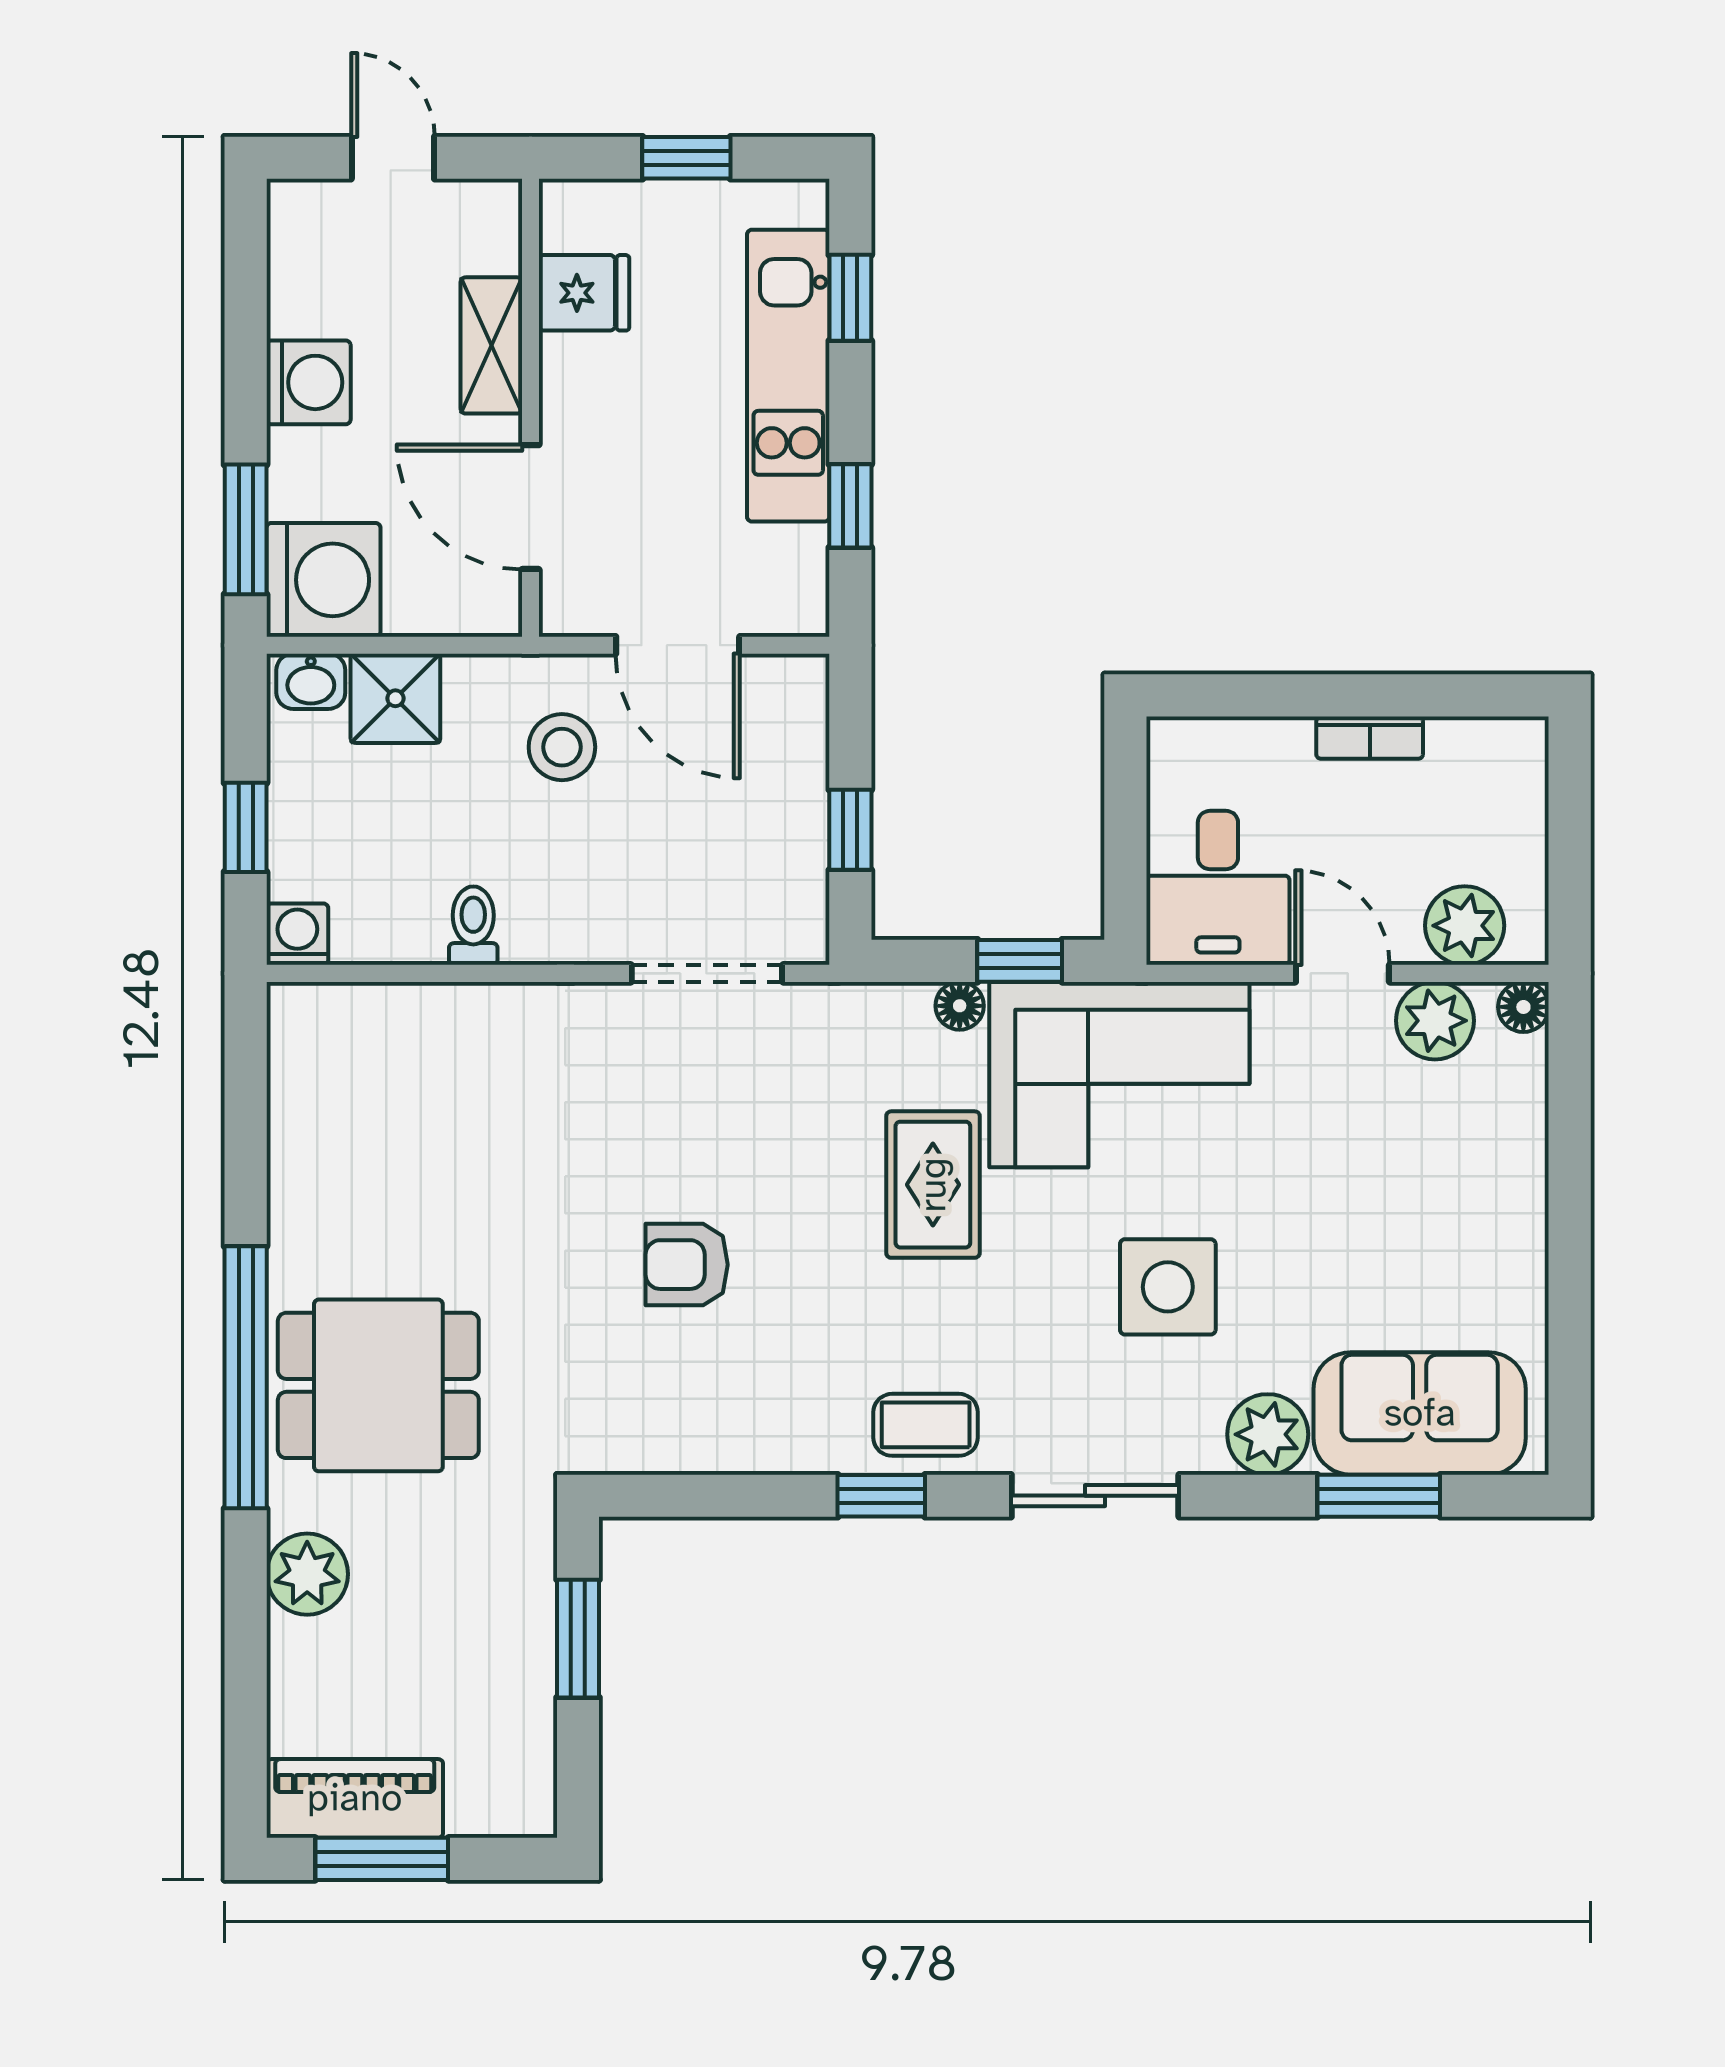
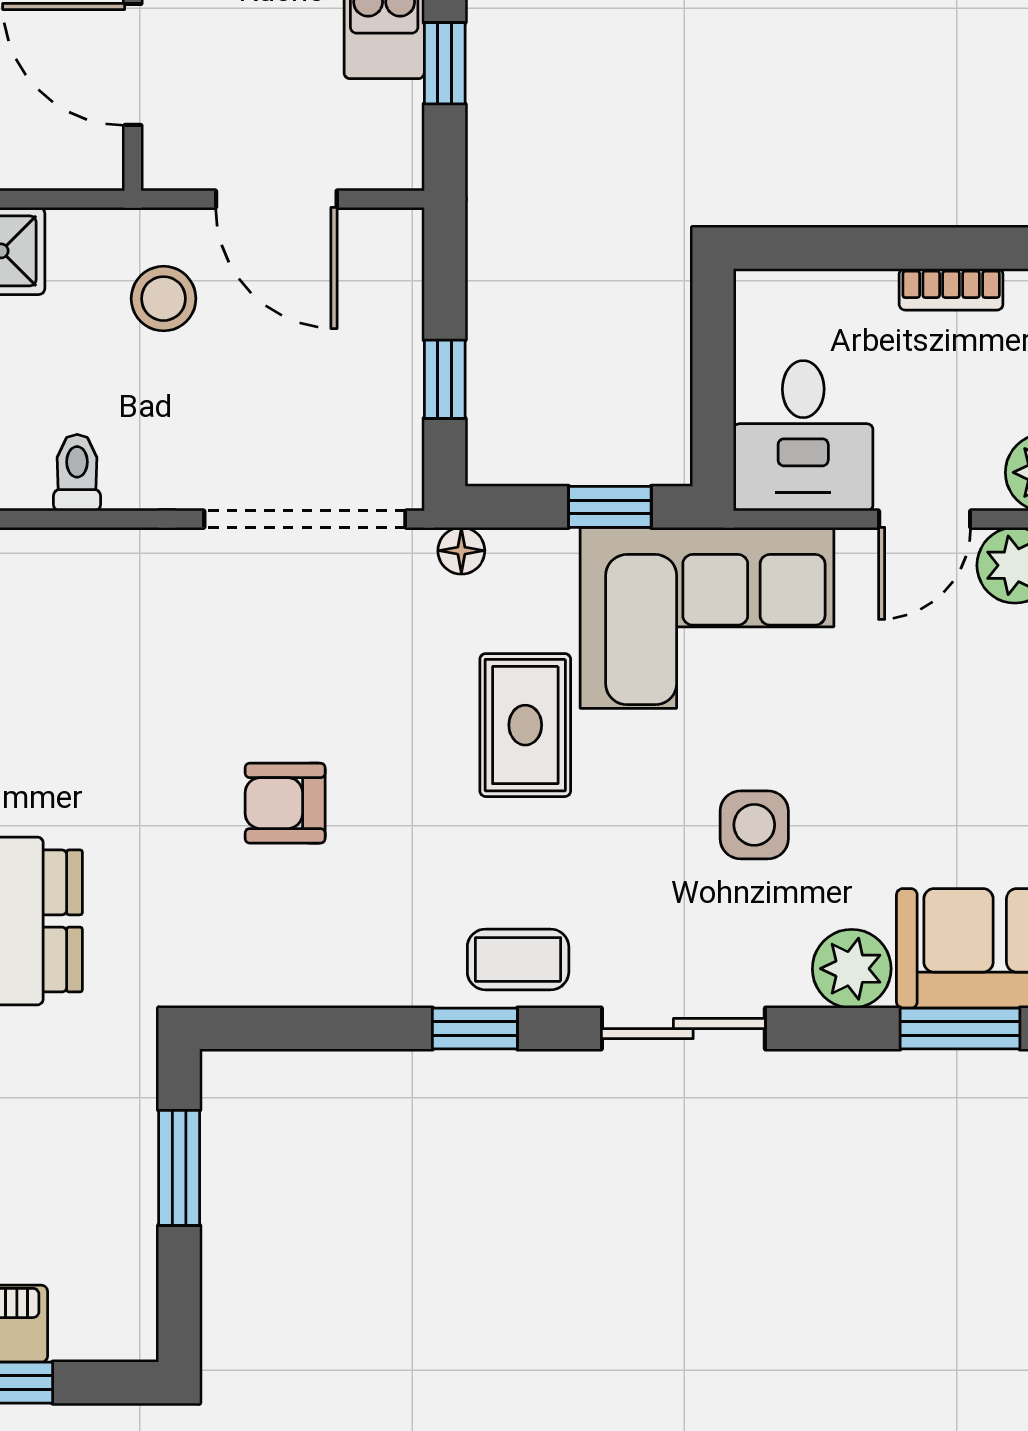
doorway: (707, 973) -> (305, 519), width x1.36
door: (1342, 973) -> (925, 519), swing flipped
floor lamp: (960, 1006) -> (461, 551), moved
side table: (1168, 1287) -> (754, 825), width x0.73, depth x0.73

